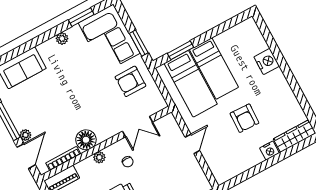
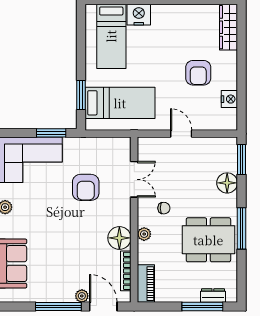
bed: (214, 68) -> (111, 36), moved, turned 90
armchair: (130, 81) -> (86, 187), moved
armchair: (244, 118) -> (198, 73), moved, turned 88
nightstand: (269, 151) -> (229, 99), moved

